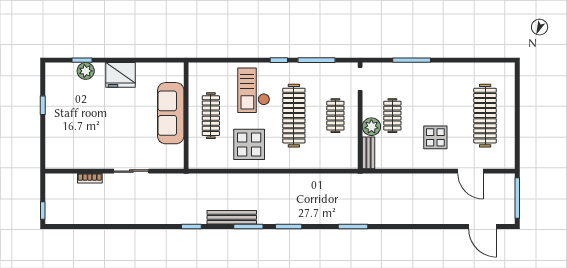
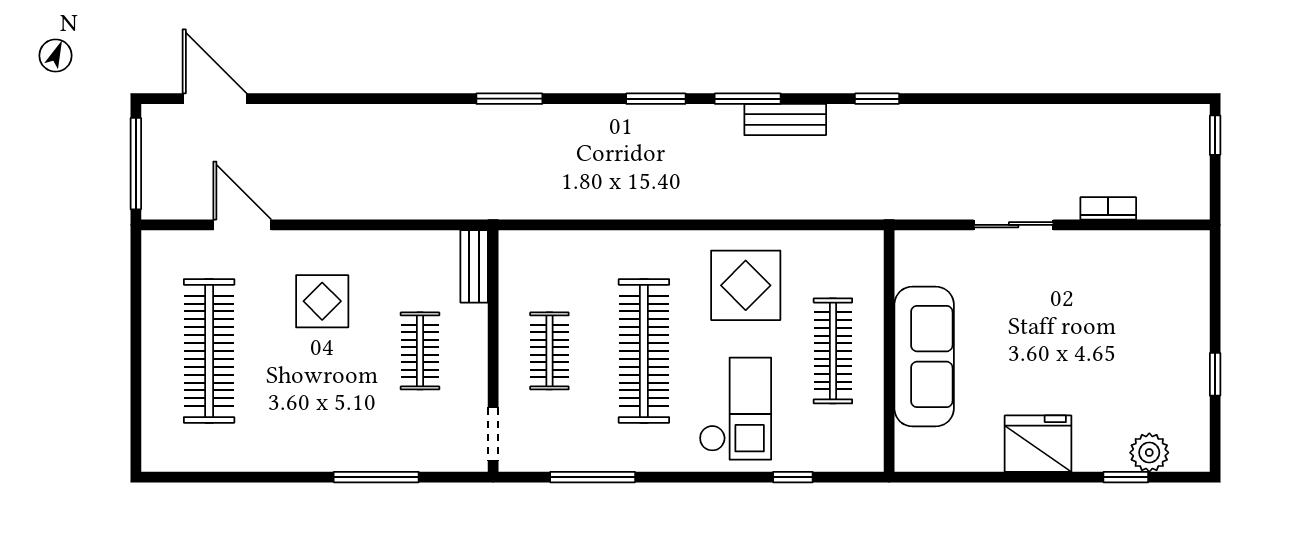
window: (279, 60) -> (793, 477), moved
plant: (86, 71) -> (1149, 453), moved
plant: (371, 127) -> (468, 326), removed
bench: (232, 217) -> (785, 120), width x0.73

